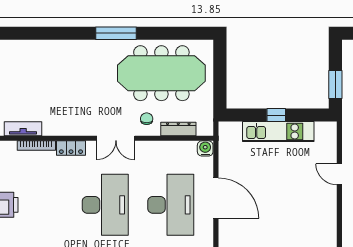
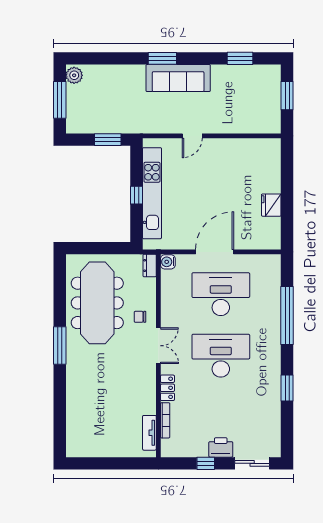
dresser: (178, 129) -> (150, 266), moved, width x0.70
kitchen unit: (278, 132) -> (152, 193), width x1.36

